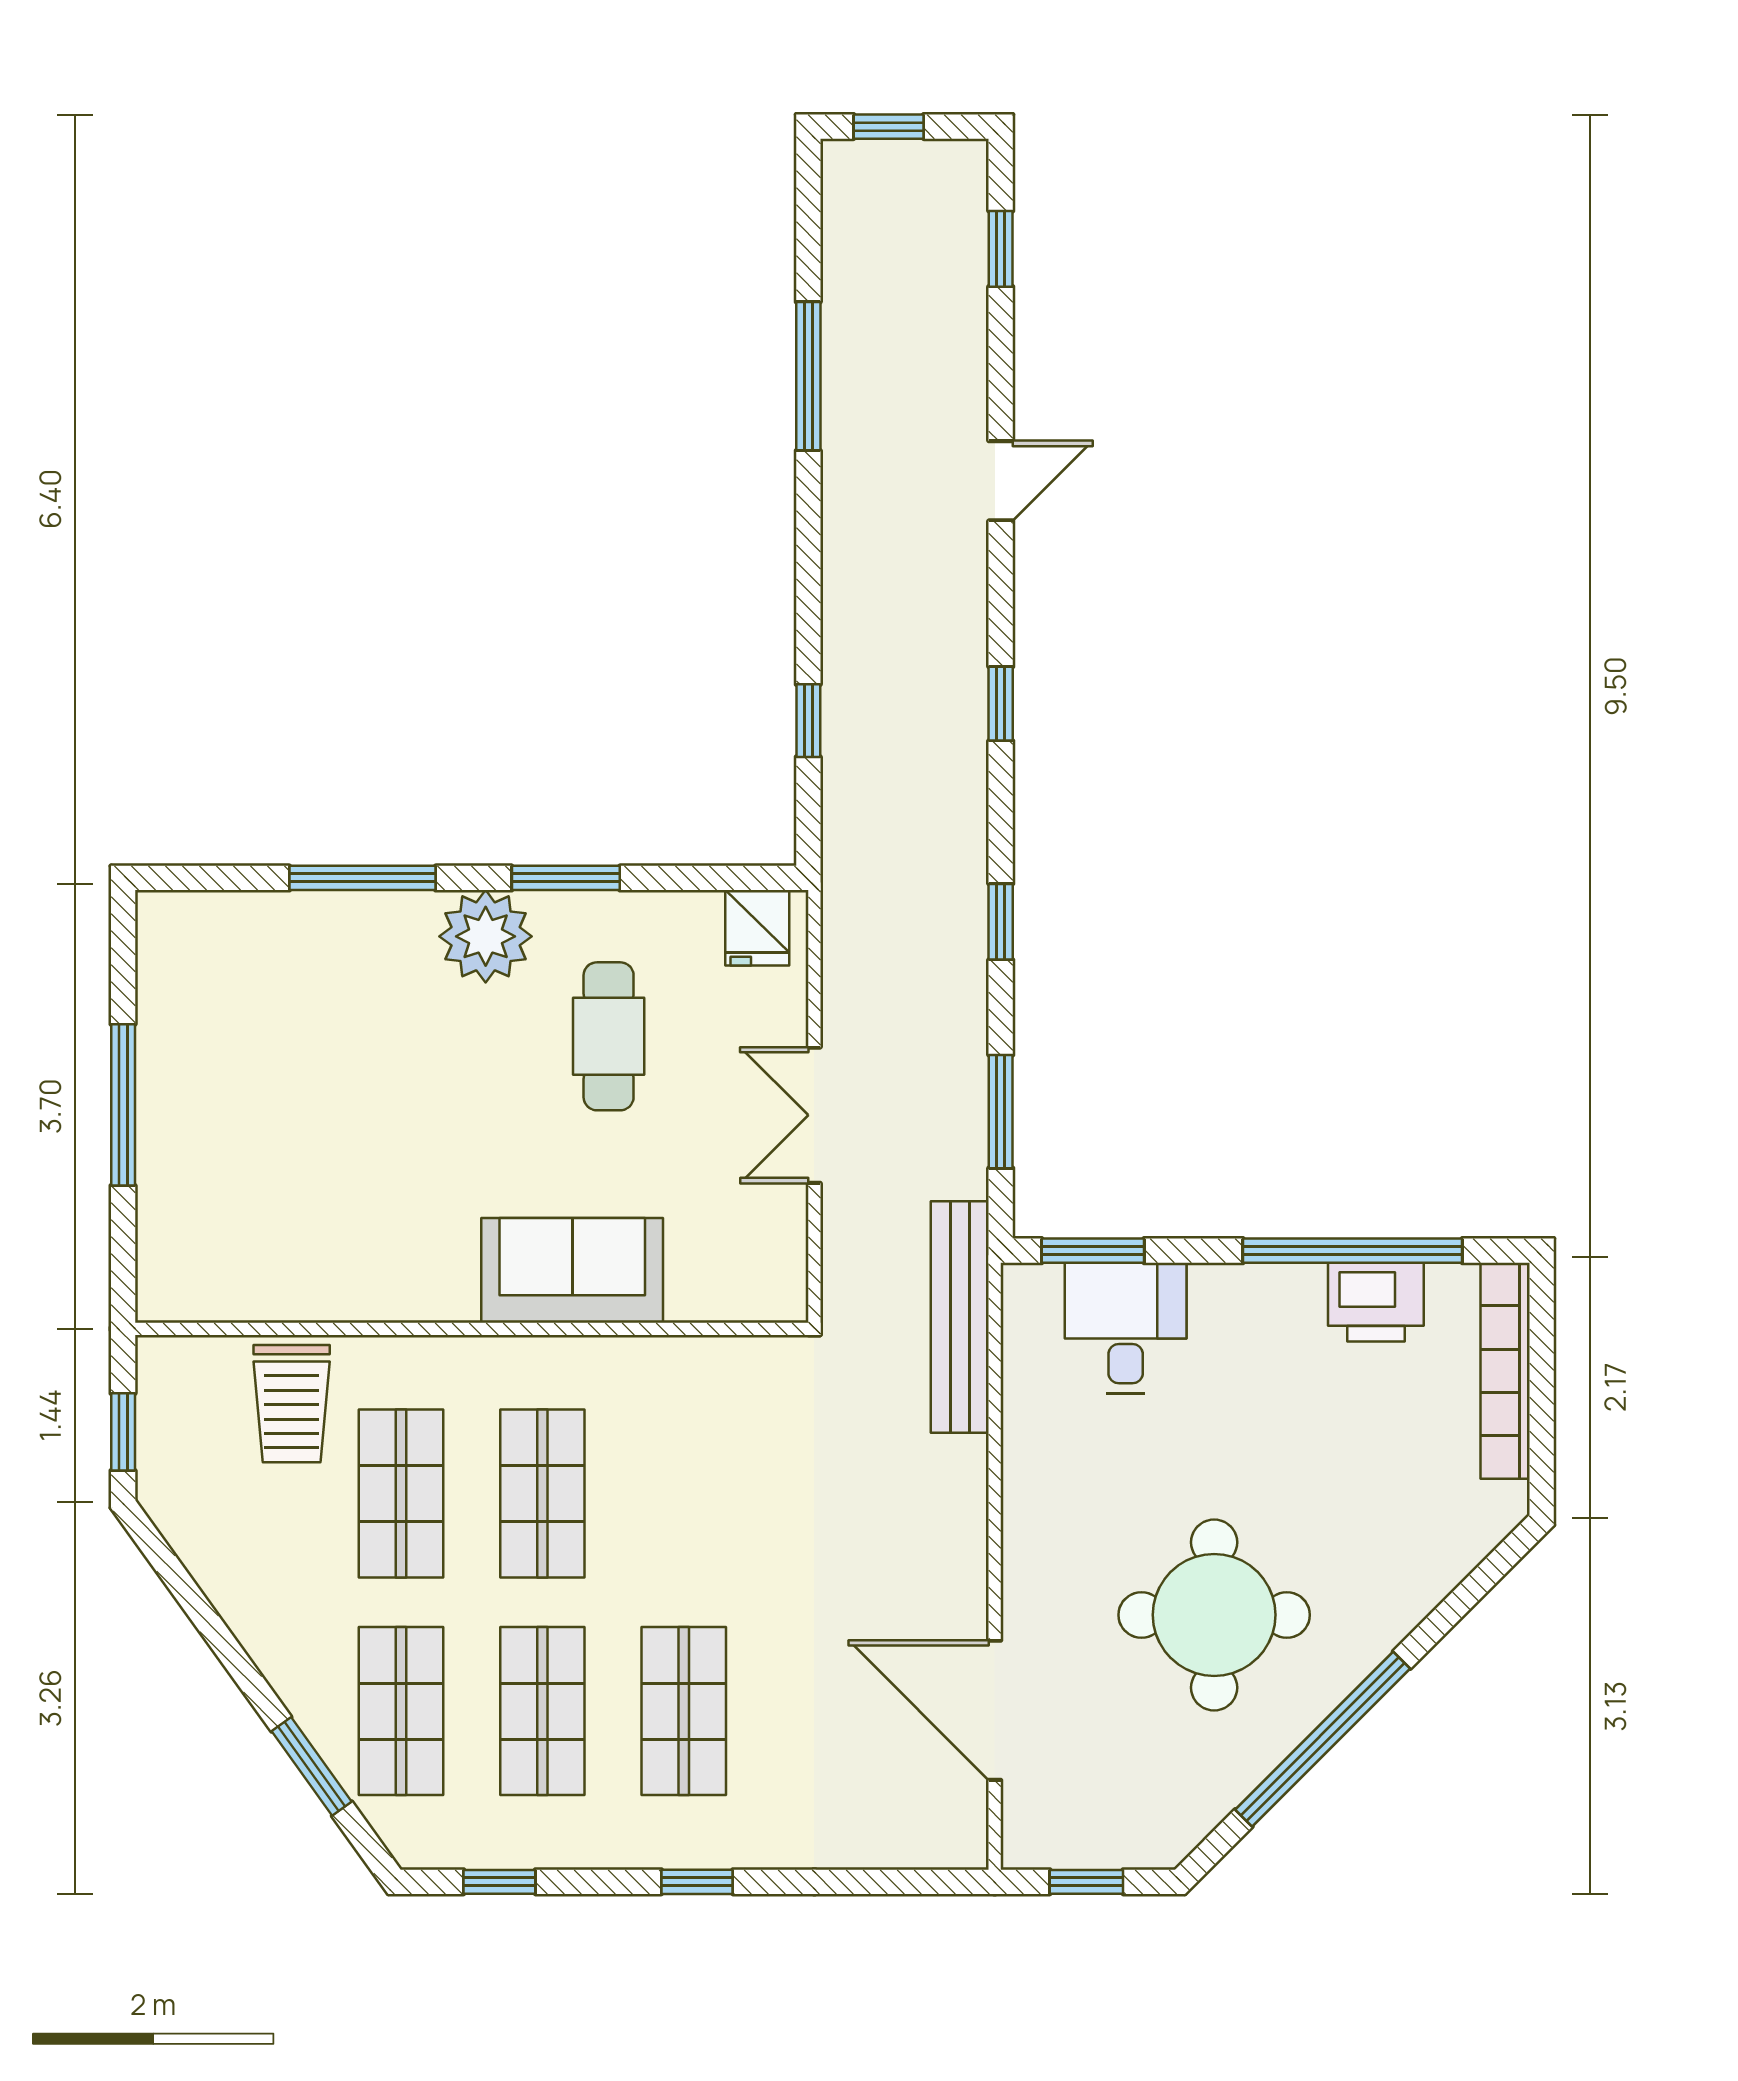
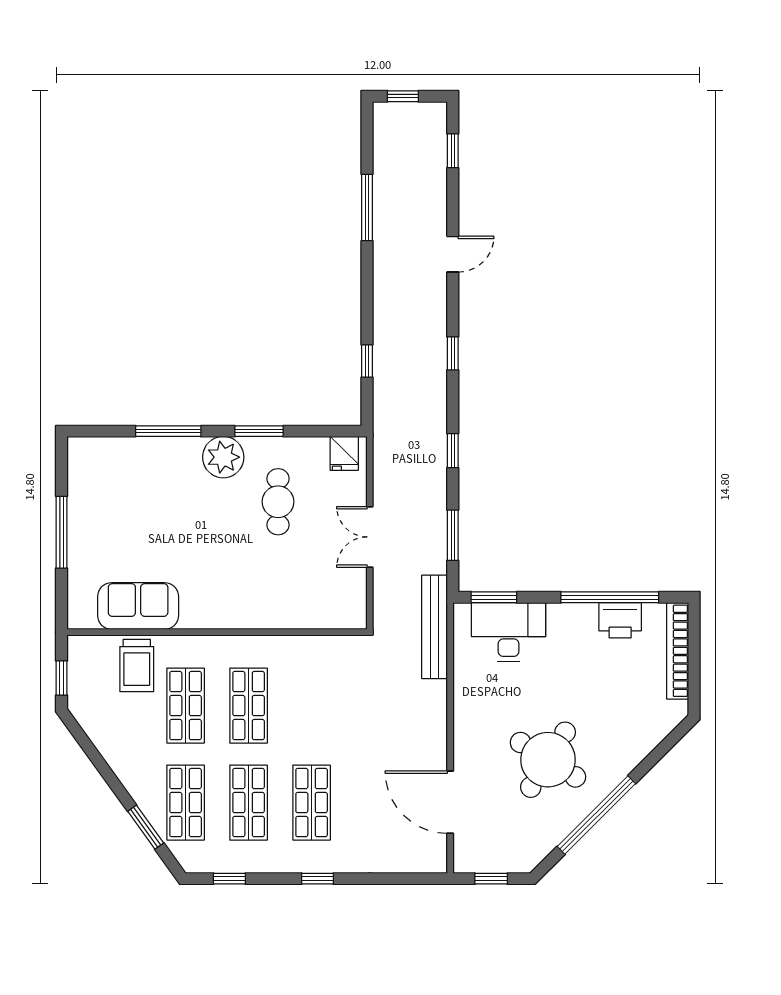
sofa: (572, 1270) -> (138, 606), moved
desk: (1126, 1328) -> (509, 632), width x1.37
round table: (1214, 1615) -> (548, 760), turned 32

